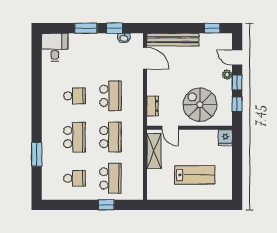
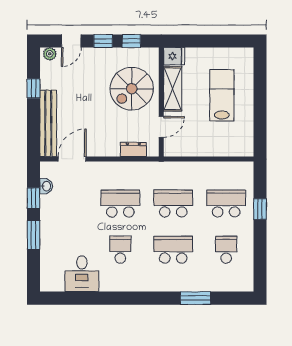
window: (212, 28) -> (33, 88), moved
desk: (55, 47) -> (82, 274), moved, turned -90
plant: (227, 74) -> (50, 54), moved
shelving: (154, 151) -> (173, 89), moved, turned 90

